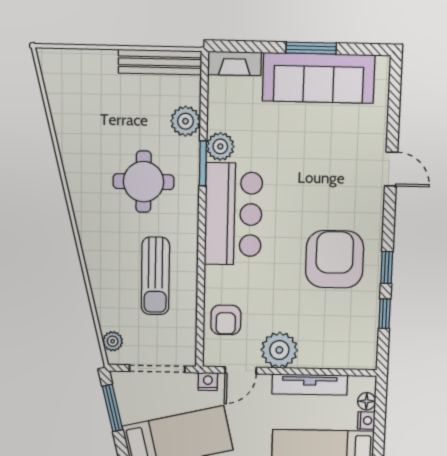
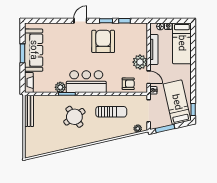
plant: (186, 121) -> (51, 101), removed
door: (391, 169) -> (80, 21), moved
round table: (144, 182) -> (74, 117), turned -35
armchair: (335, 259) -> (103, 41), turned 90

